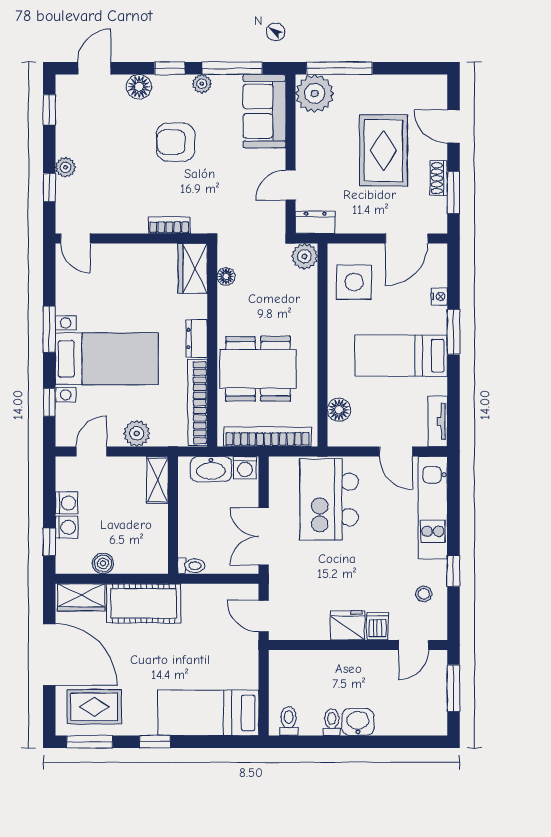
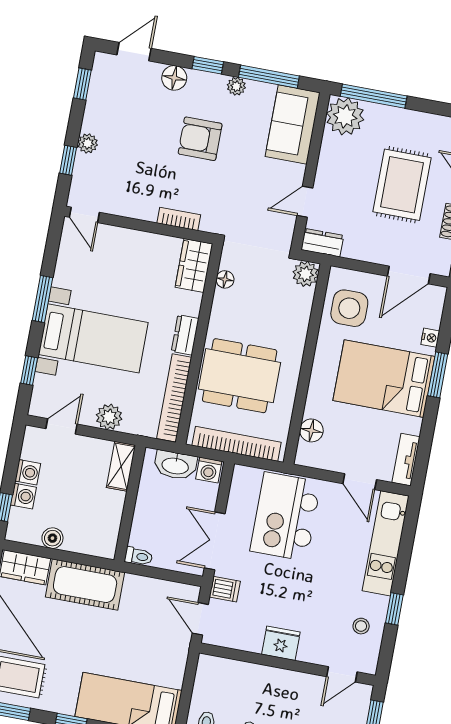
bed: (401, 356) -> (384, 379), width x1.50
dishwasher: (377, 626) -> (225, 589), moved, turned 90

